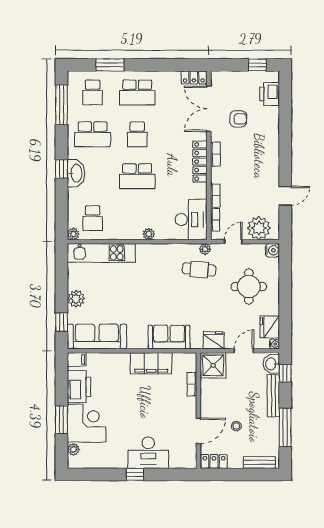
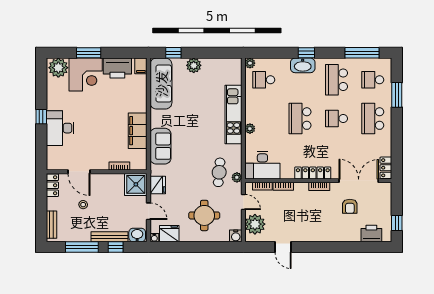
kitchen unit: (101, 253) -> (233, 115), moved
window: (285, 373) -> (116, 247), moved
plant: (73, 449) -> (58, 68), width x1.88, depth x1.88

